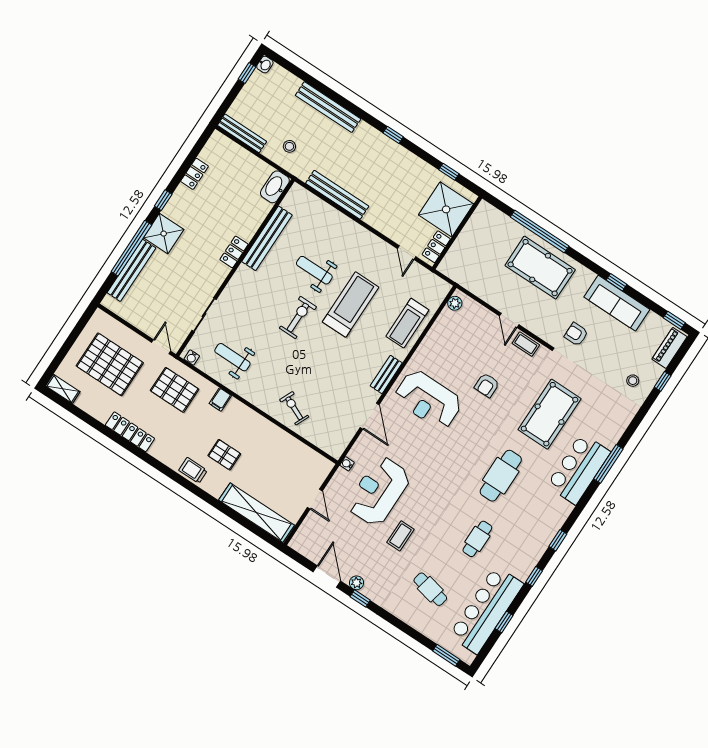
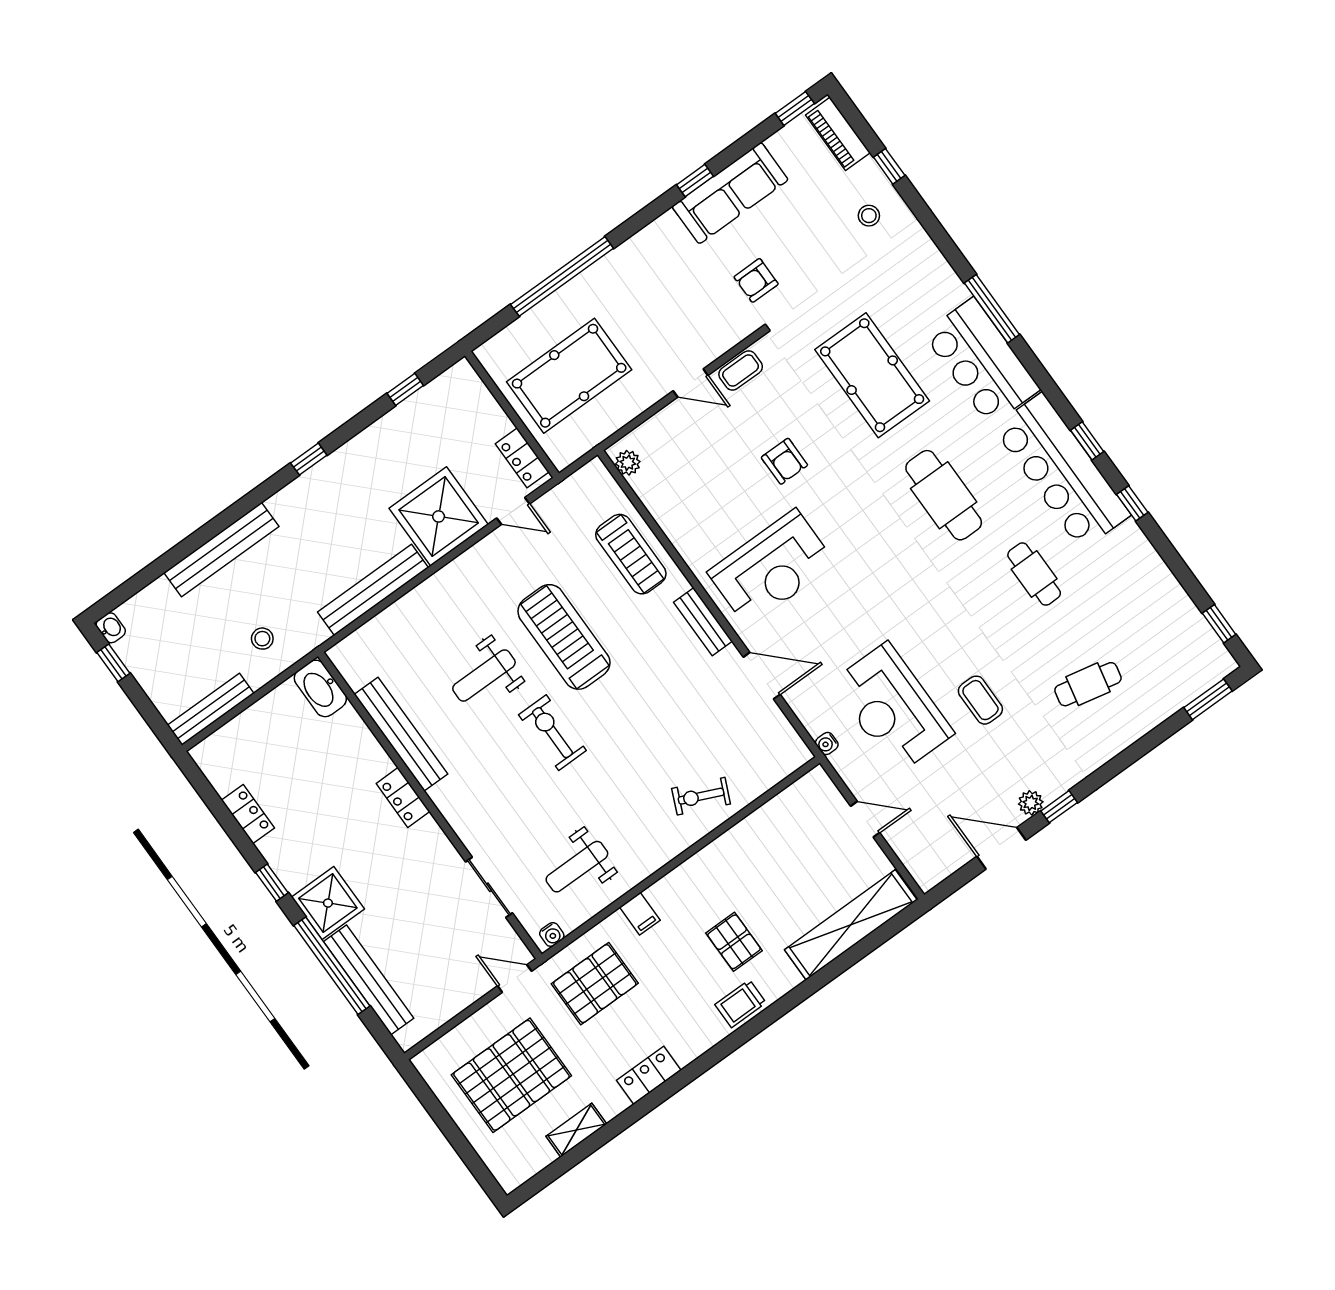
shower: (446, 209) -> (439, 516), moved
pool table: (540, 268) -> (569, 376), moved
shelving: (63, 389) -> (576, 1130), moved
locker: (130, 432) -> (649, 1075), width x0.66
pallet: (224, 455) -> (734, 942), turned 90
bar counter: (486, 610) -> (1062, 471), moved
window: (504, 622) -> (1219, 624), moved

